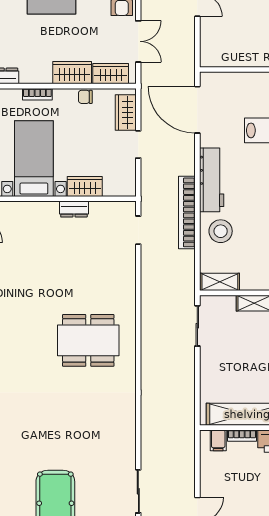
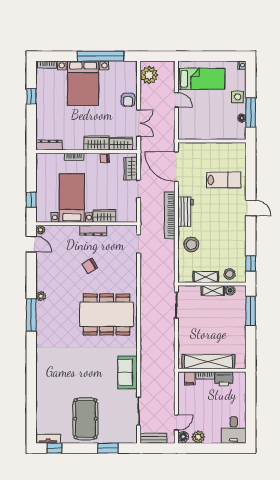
workbench: (212, 180) -> (186, 212), width x0.73
dresser: (74, 209) -> (93, 230), width x1.44
bookcase: (187, 212) -> (170, 215), moved
chair: (62, 264) -> (90, 266), added
shelving: (220, 282) -> (206, 277), moved
dining table: (88, 340) -> (107, 314), width x1.36, depth x1.24
sofa: (121, 431) -> (128, 372), added

